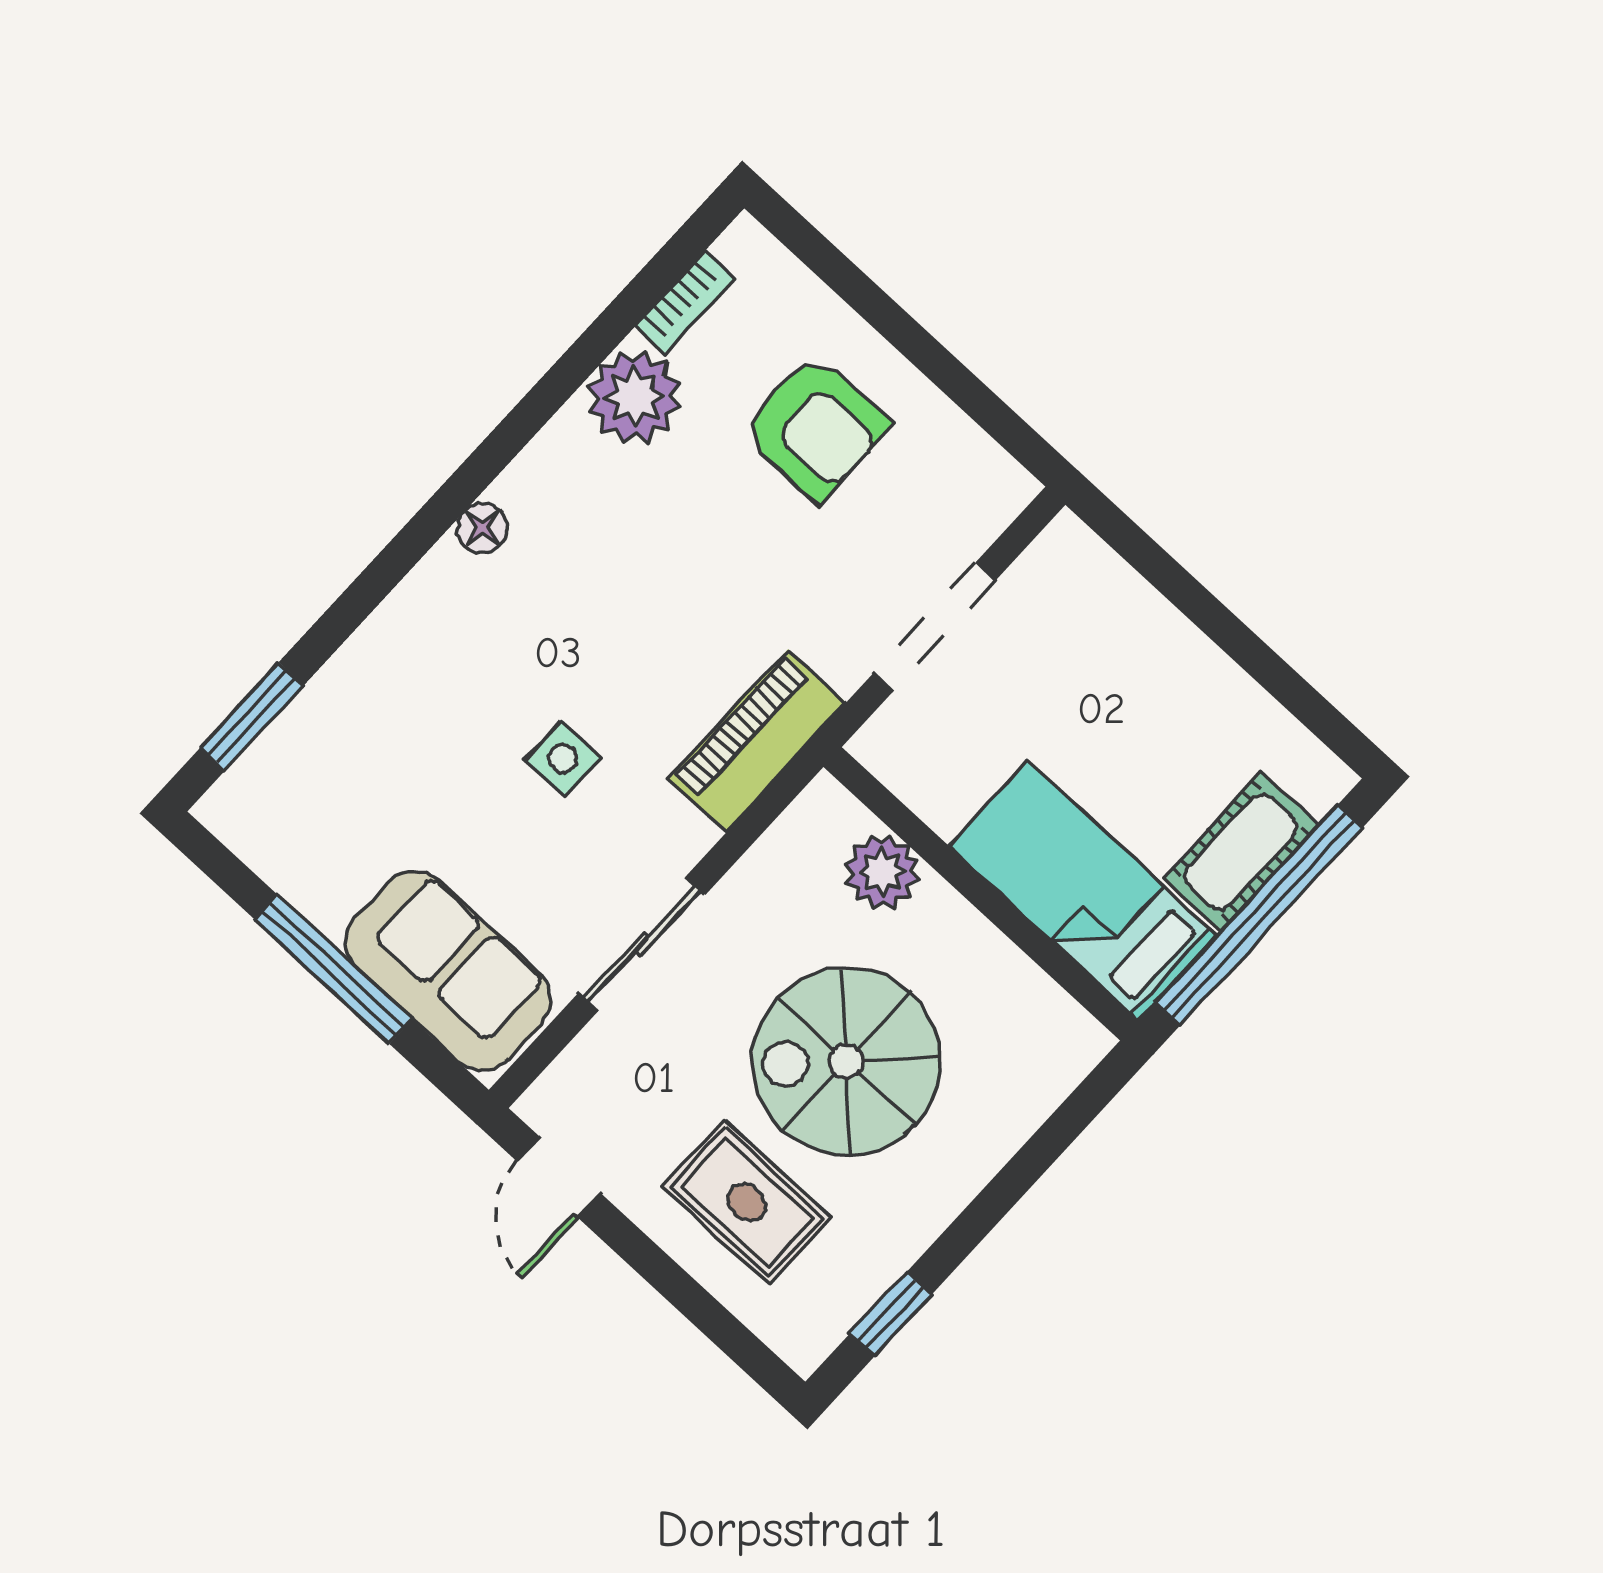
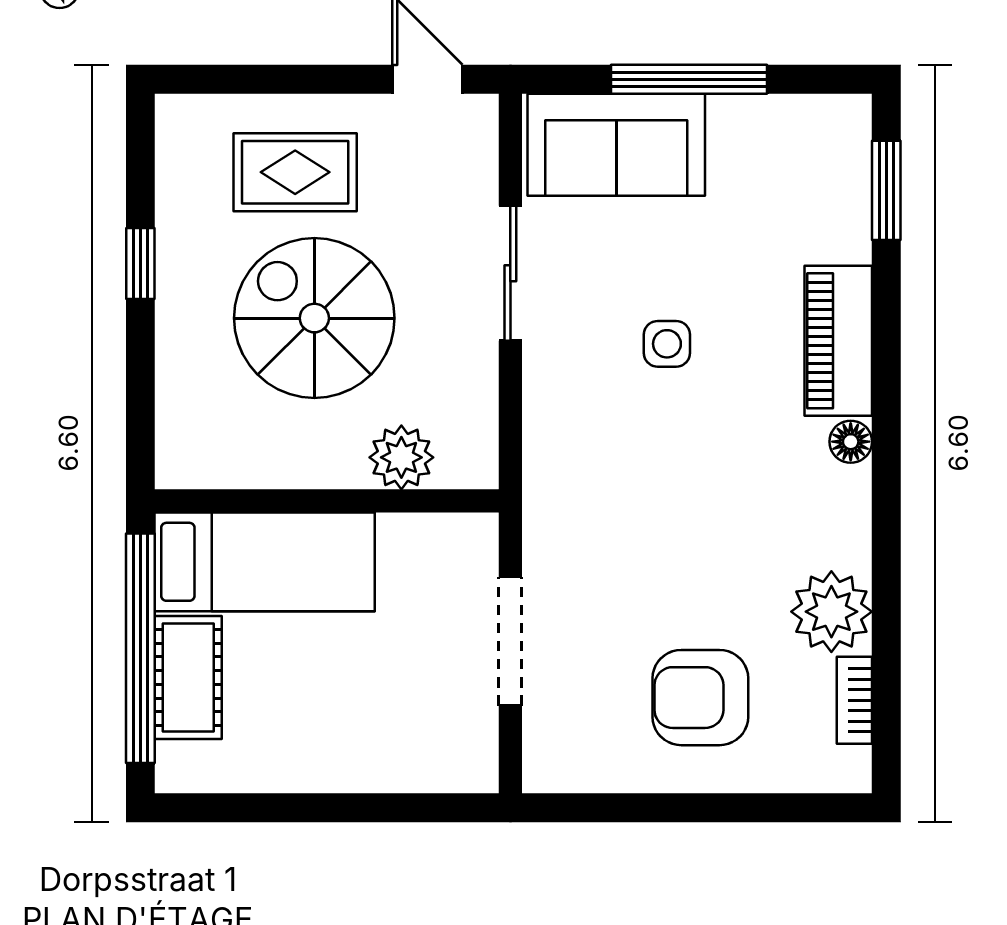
piano: (757, 741) -> (838, 341), moved, turned 180
spiral stairs: (846, 1061) -> (314, 318), turned -90
window: (891, 1314) -> (140, 264), moved

